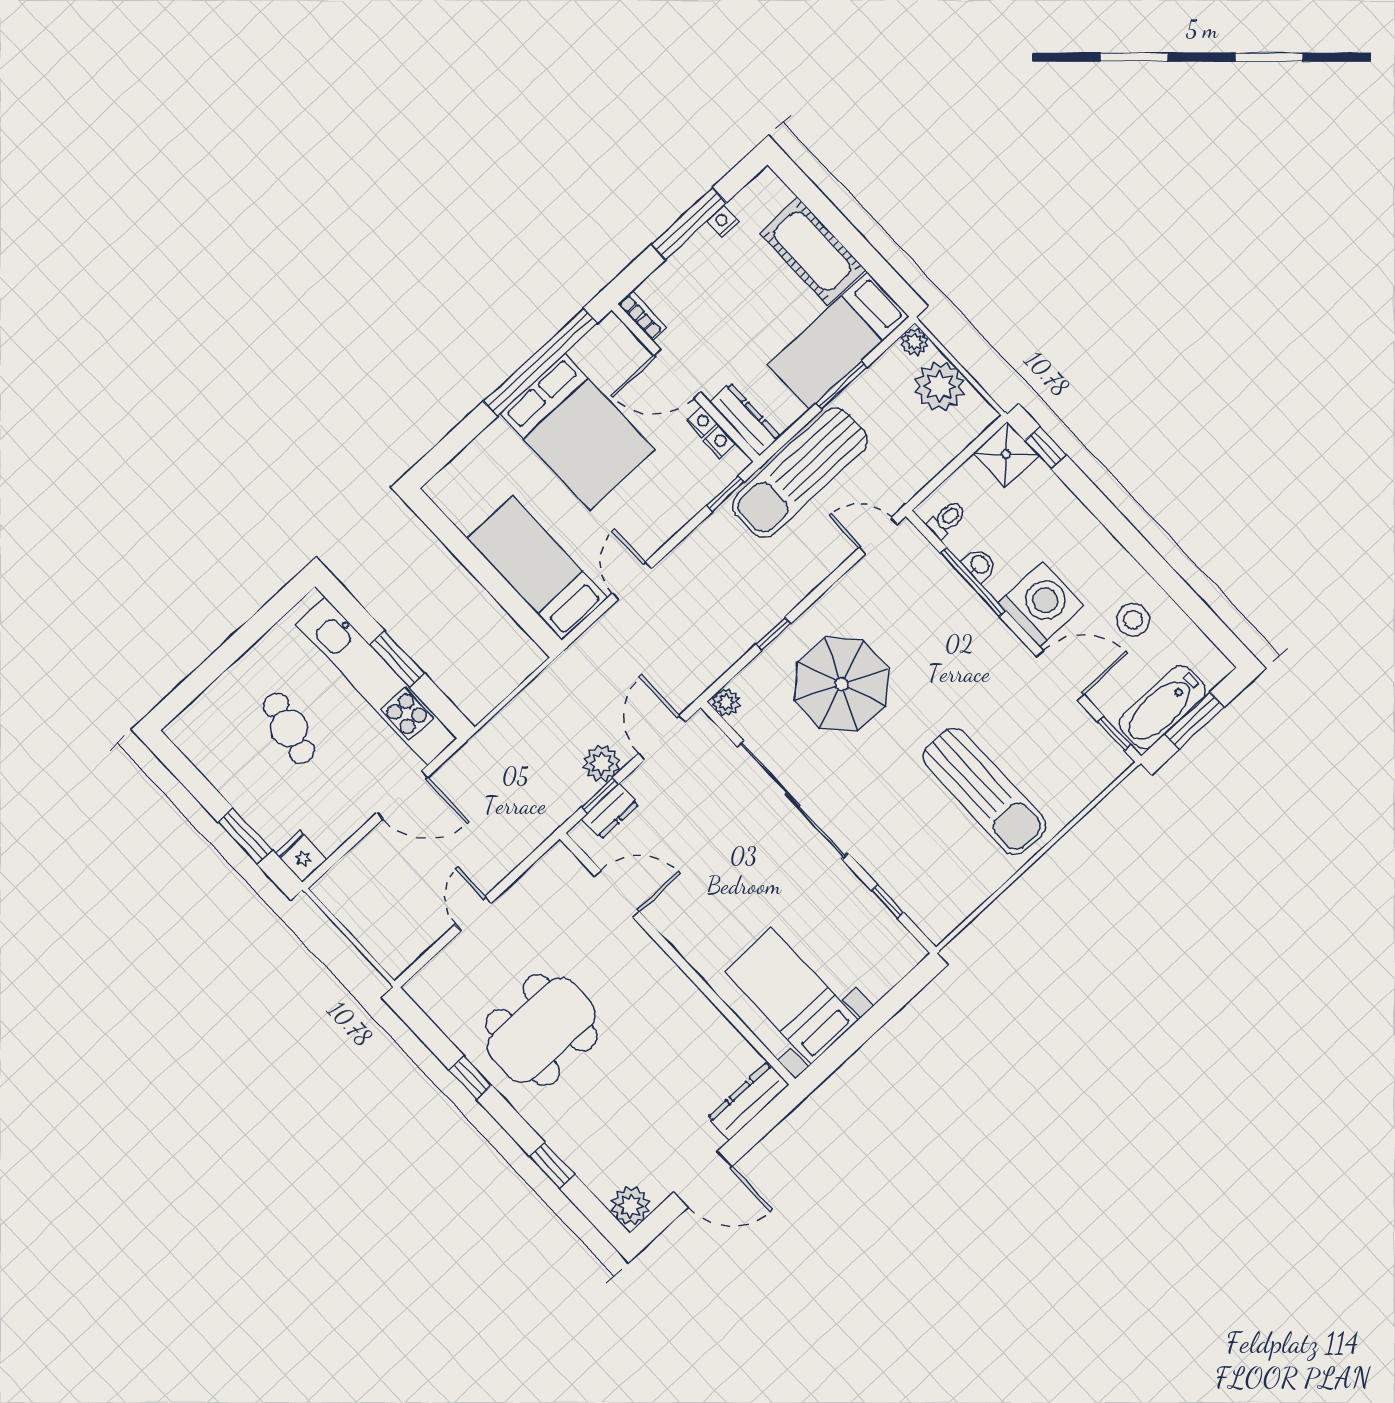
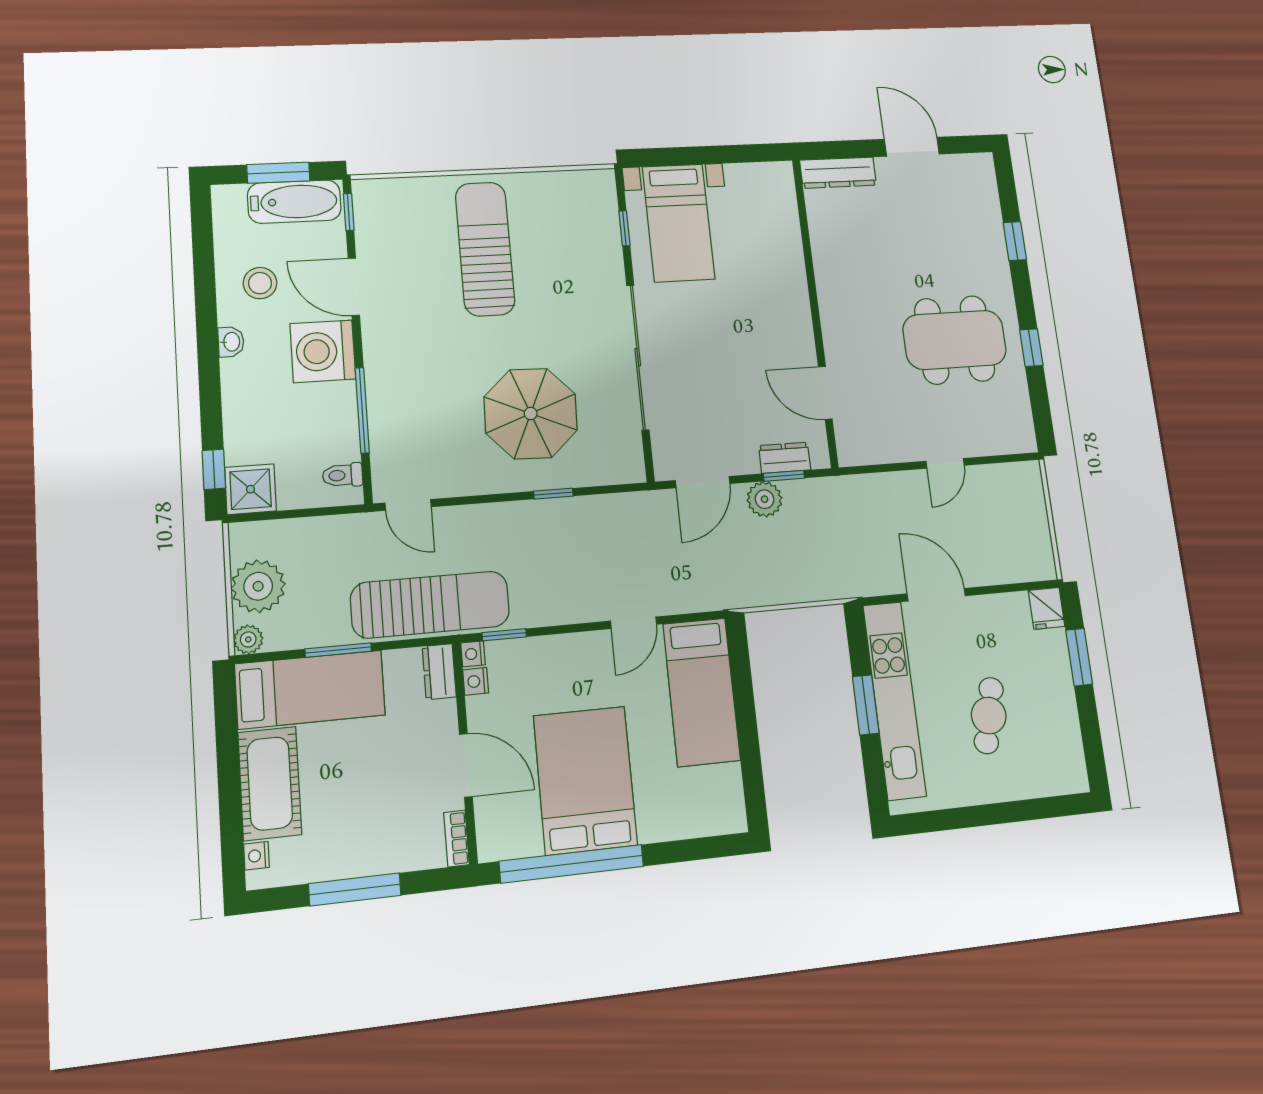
nightstand: (723, 221) -> (256, 856), moved, turned 90
dresser: (745, 419) -> (439, 672), width x0.70
nightstand: (702, 422) -> (473, 654), moved
washbasin: (979, 565) -> (231, 342), moved, turned 180
plant: (726, 702) -> (632, 470), removed
bed with nightstands: (791, 996) -> (679, 223), moved
plant: (631, 1206) -> (978, 170), removed

